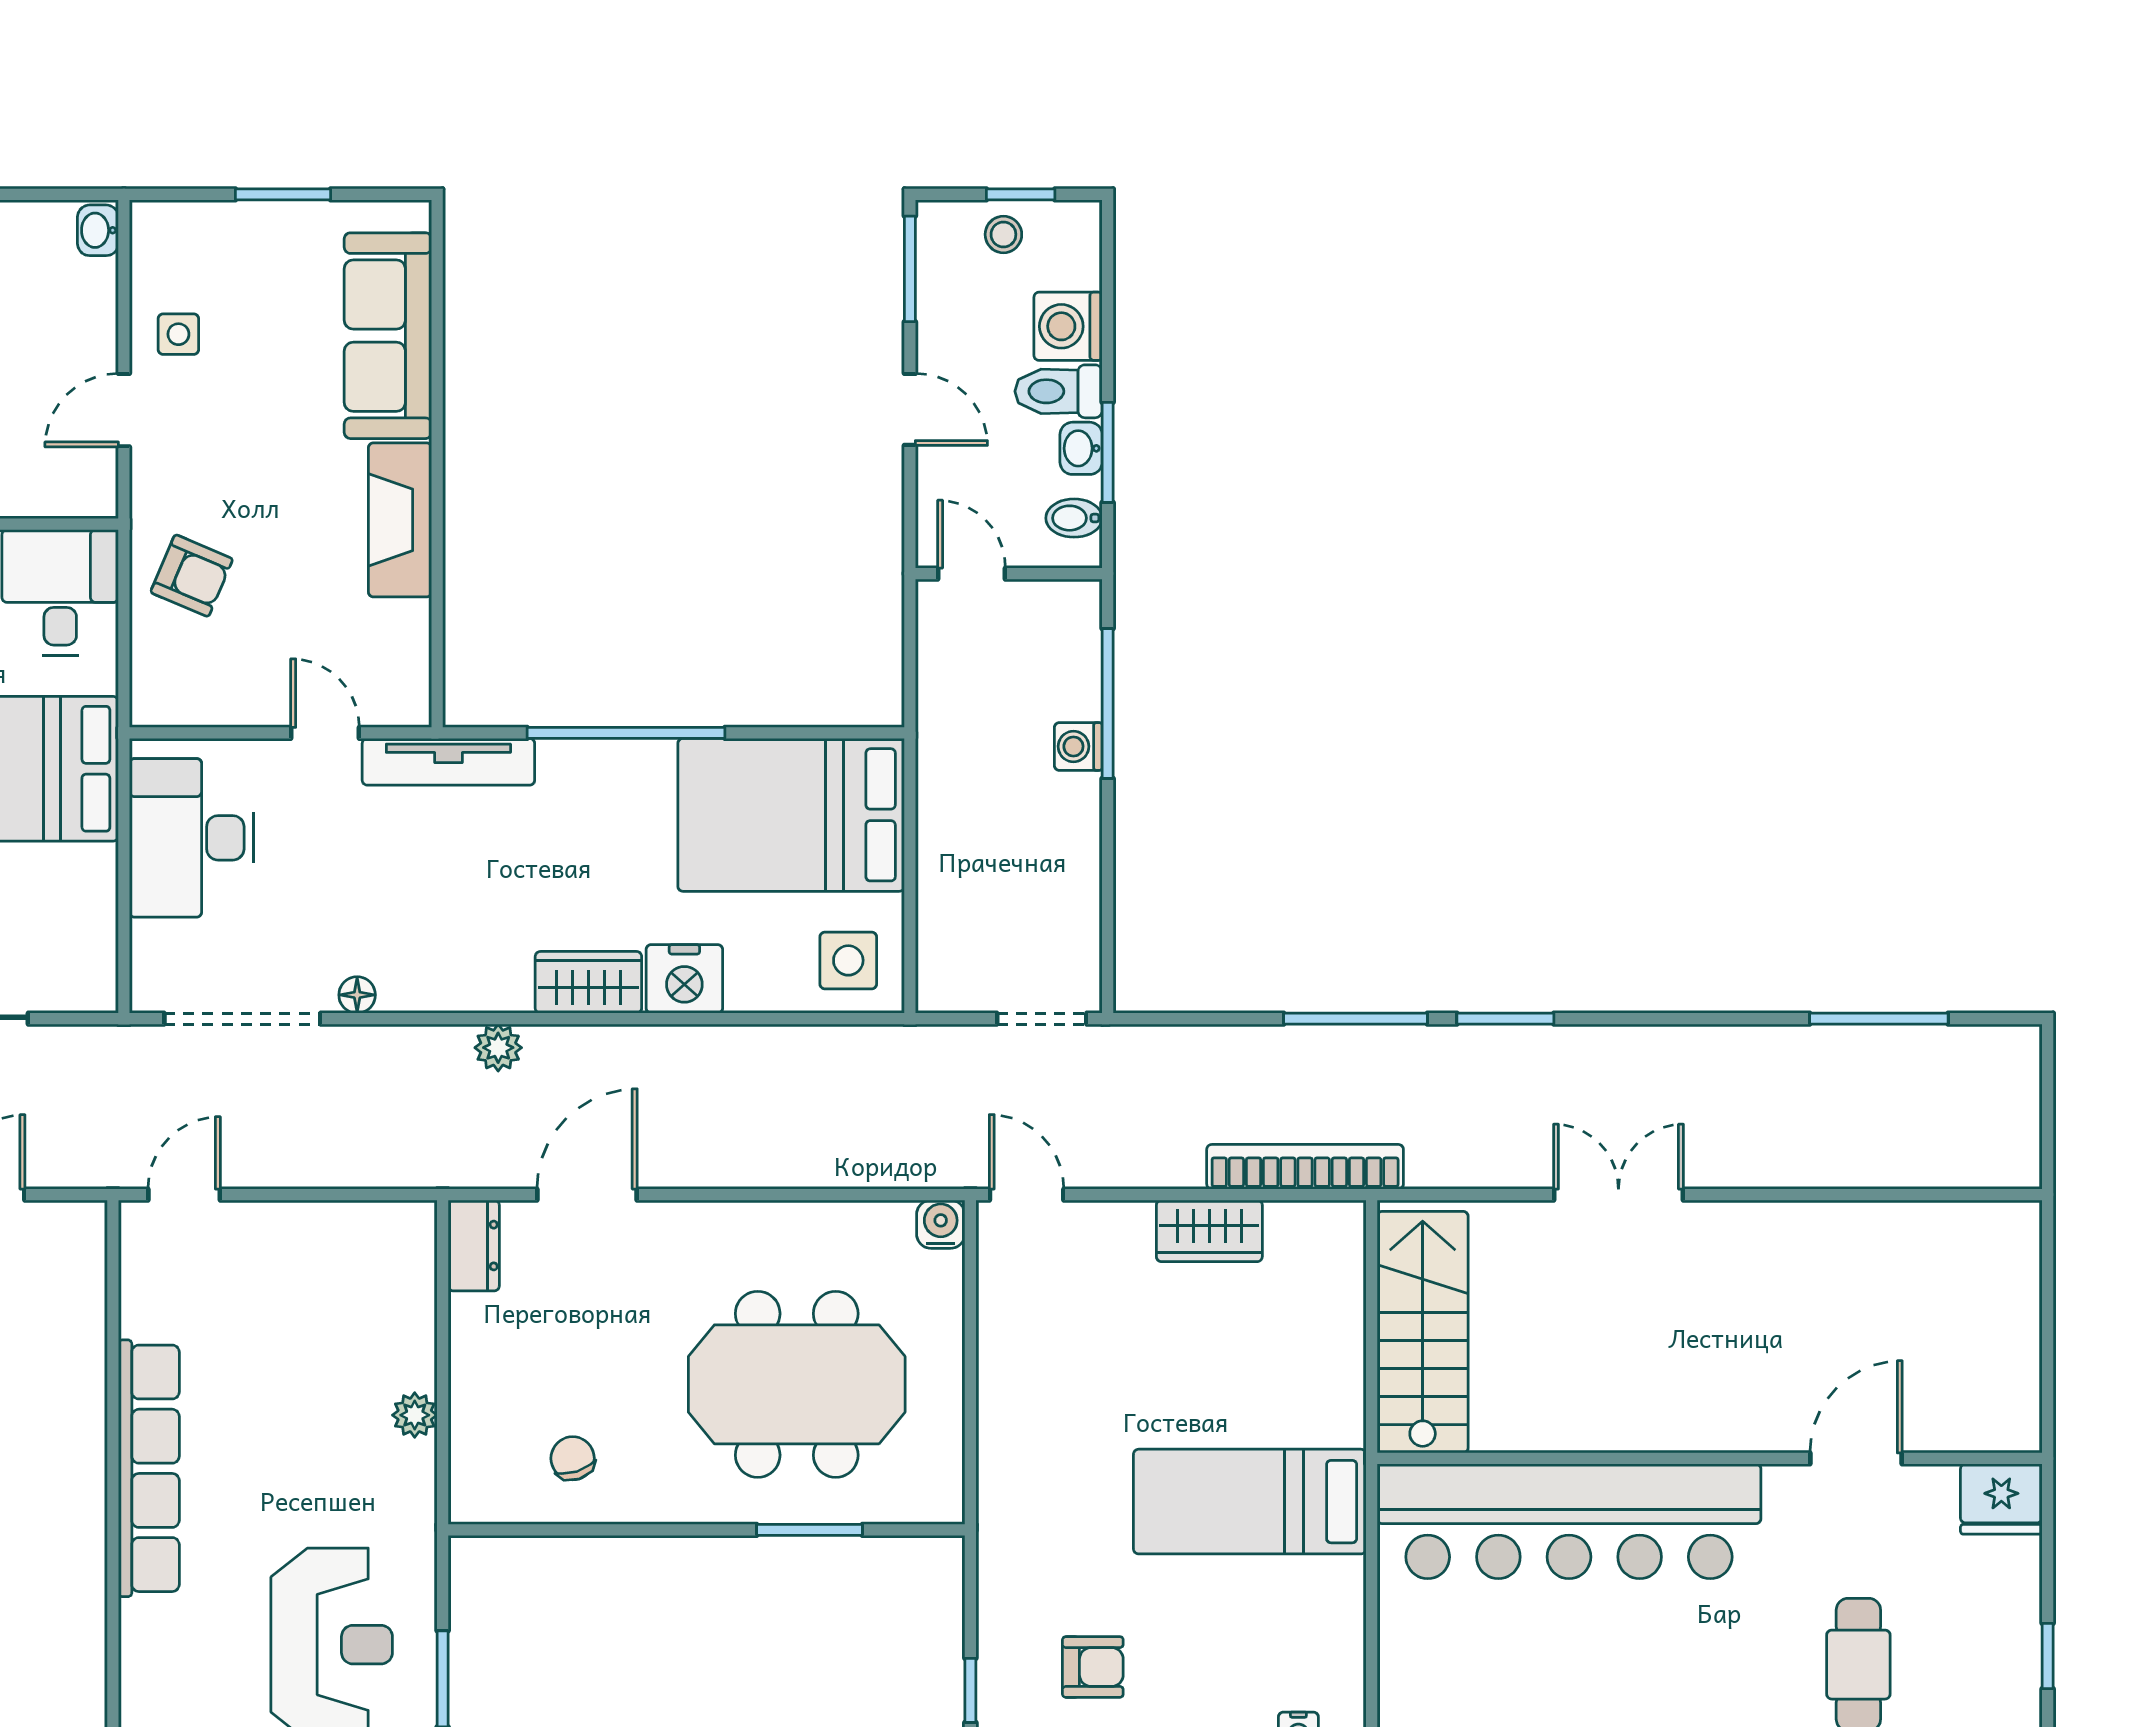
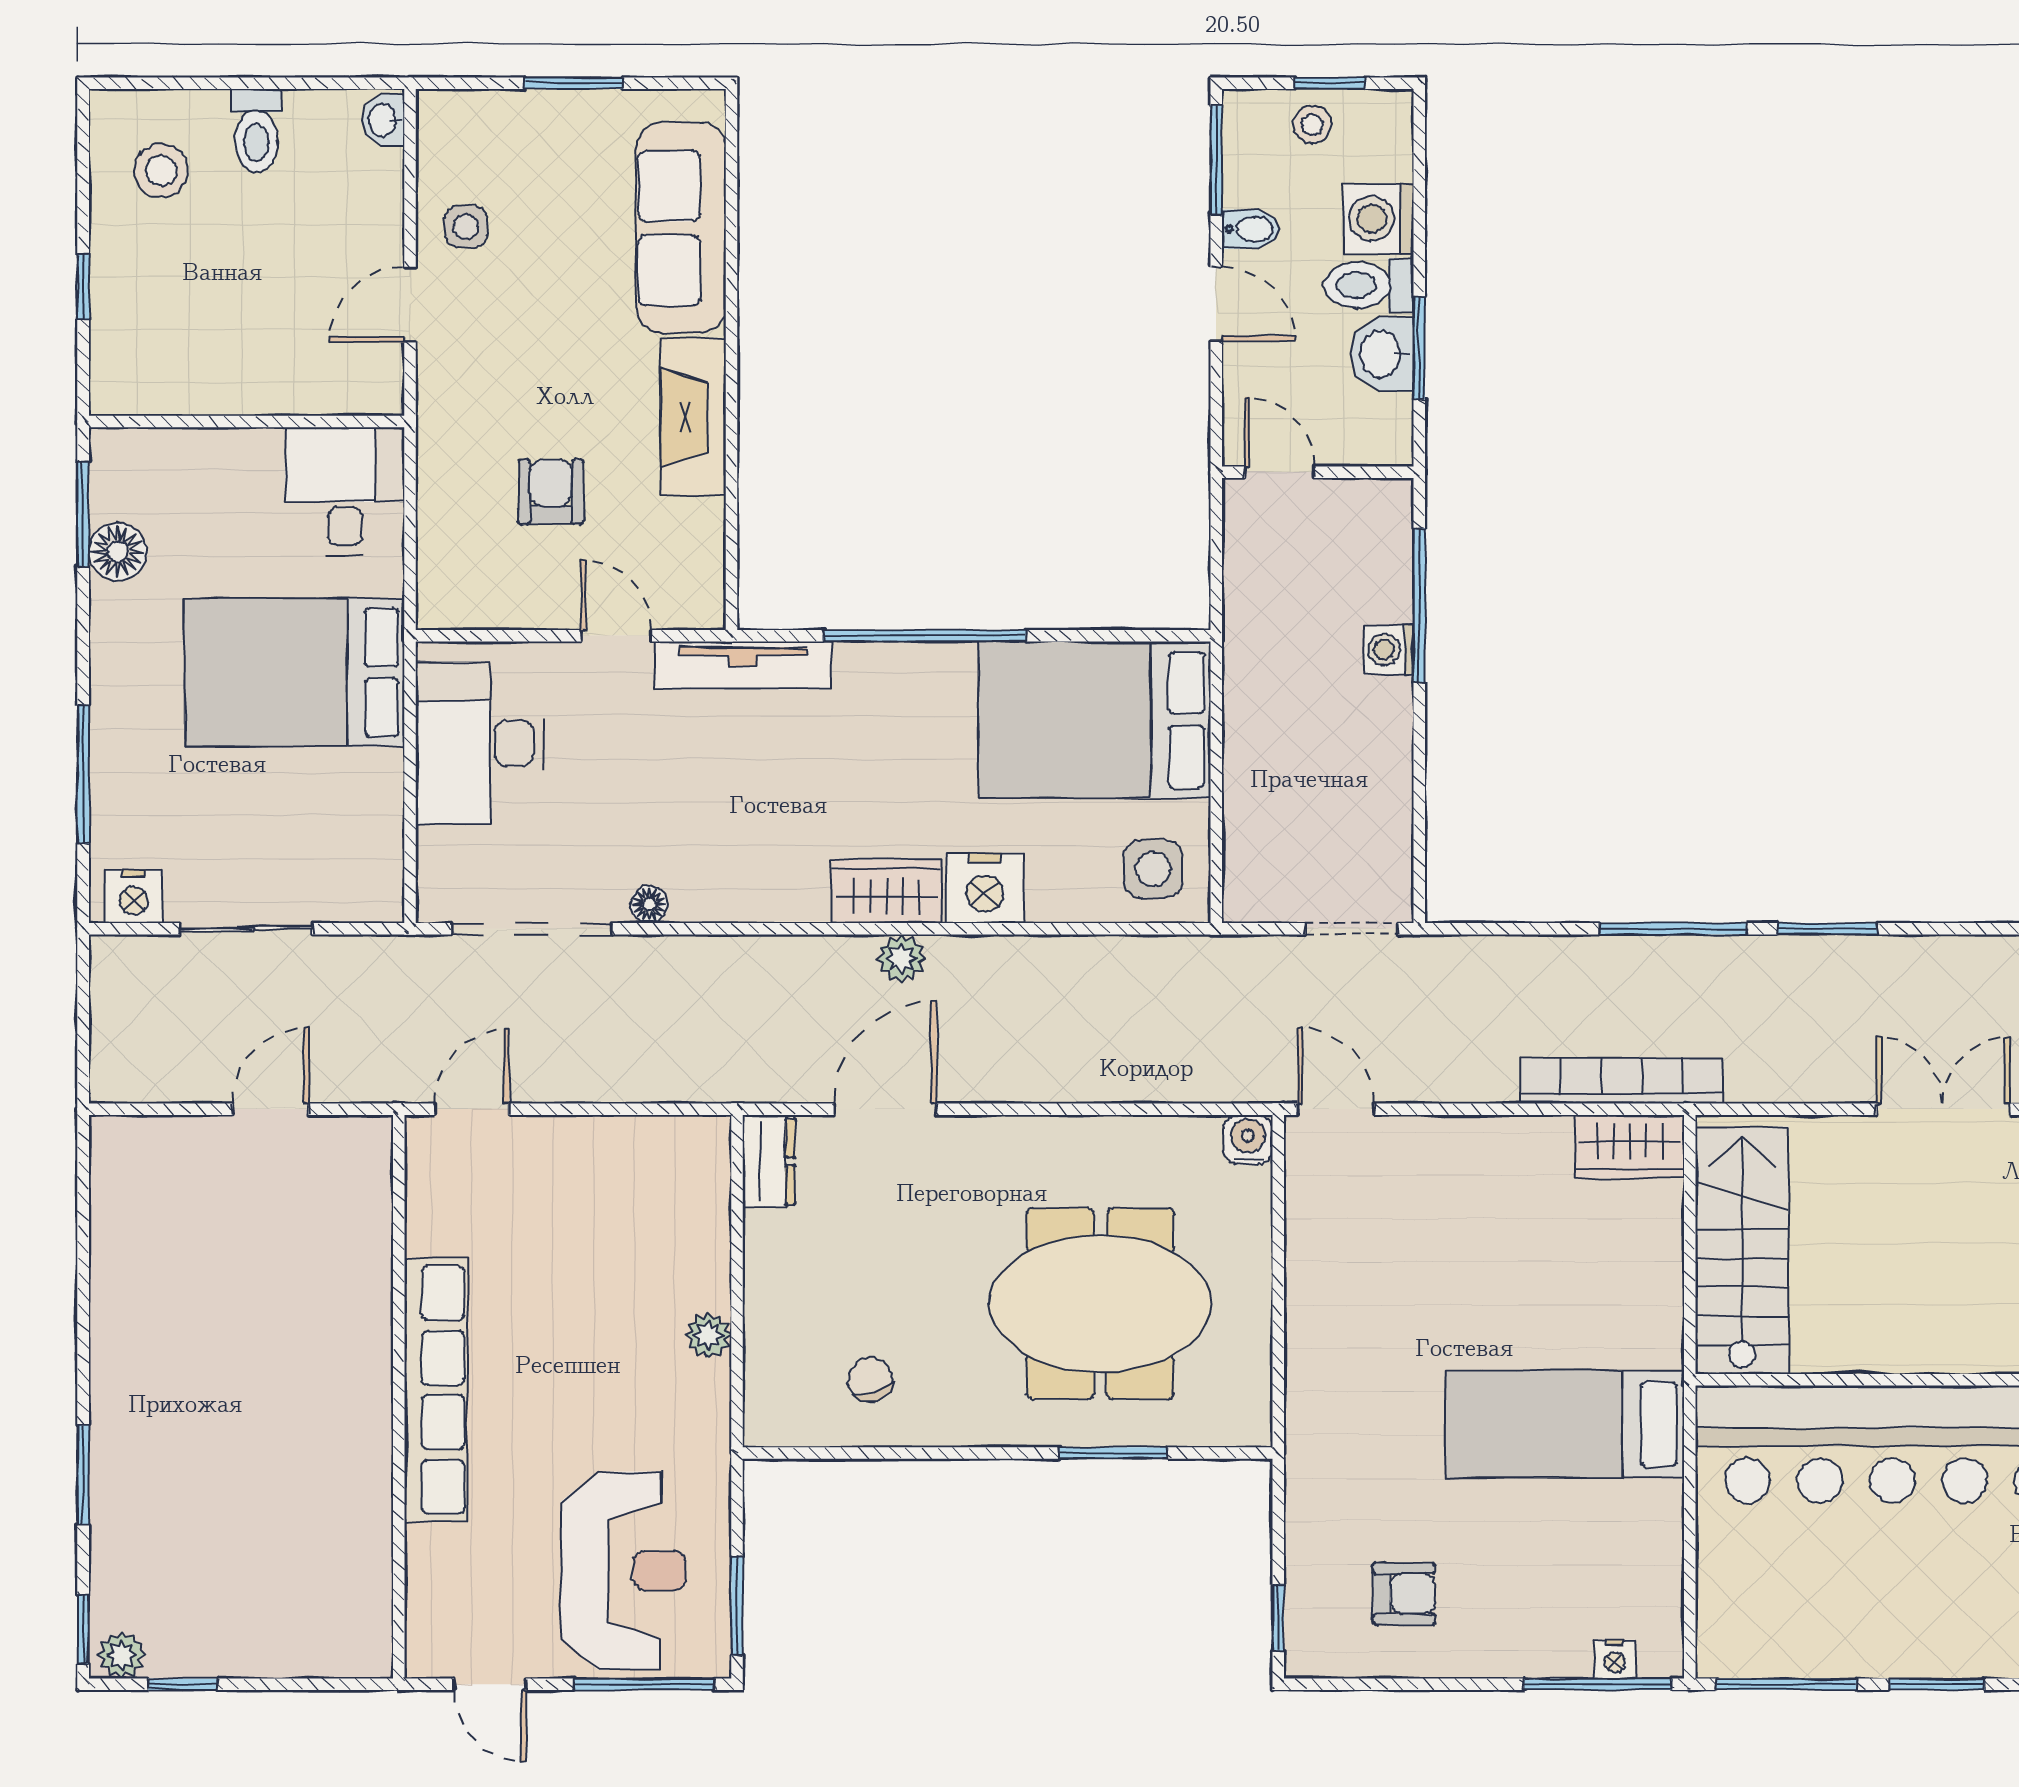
washbasin: (1081, 448) -> (1382, 354), width x1.38, depth x1.45
bidet: (1074, 518) -> (1251, 229), moved, turned 180
armchair: (192, 576) -> (551, 492), moved, turned -113
plant: (498, 1048) -> (901, 959), moved
wardrobe: (1209, 1231) -> (1630, 1146), moved

